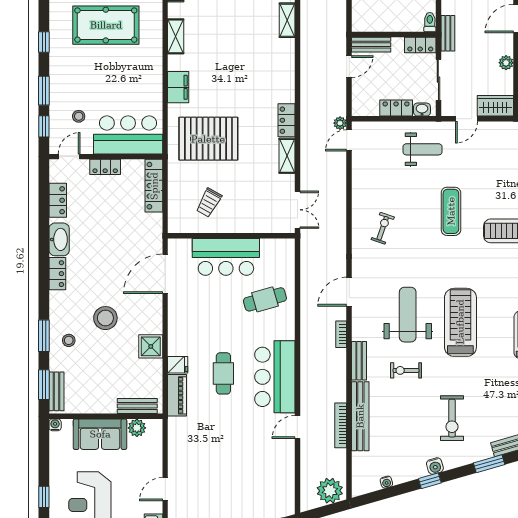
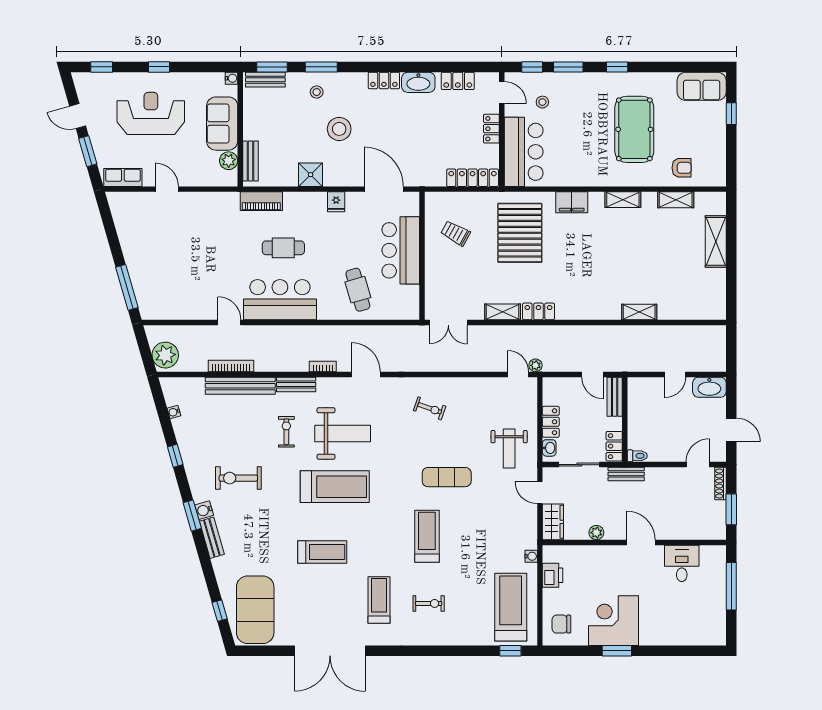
fridge: (178, 365) -> (336, 202), moved
water cooler: (435, 466) -> (204, 510), moved

